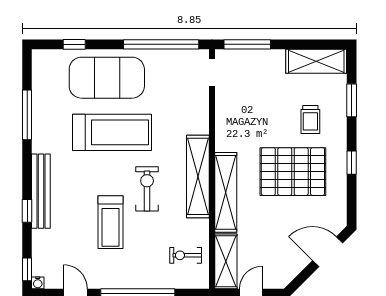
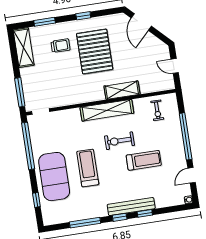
treadmill: (112, 132) -> (88, 168), width x0.73, depth x0.73
shelving: (226, 192) -> (122, 90), width x0.68
shelving: (226, 261) -> (157, 85), removed
window: (27, 269) -> (120, 217), moved

